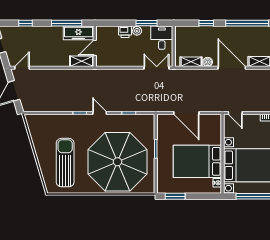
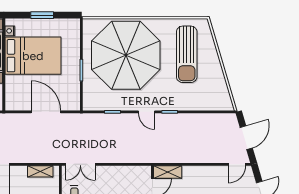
boiler: (208, 62) -> (21, 171), removed
window: (175, 196) -> (42, 15), moved

